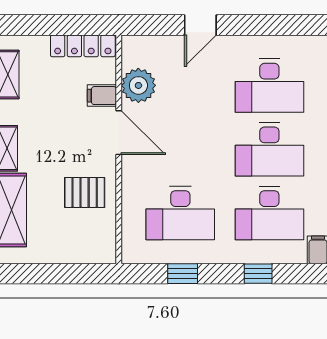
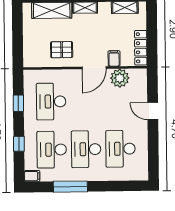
pallet: (85, 192) -> (62, 50), turned 90

